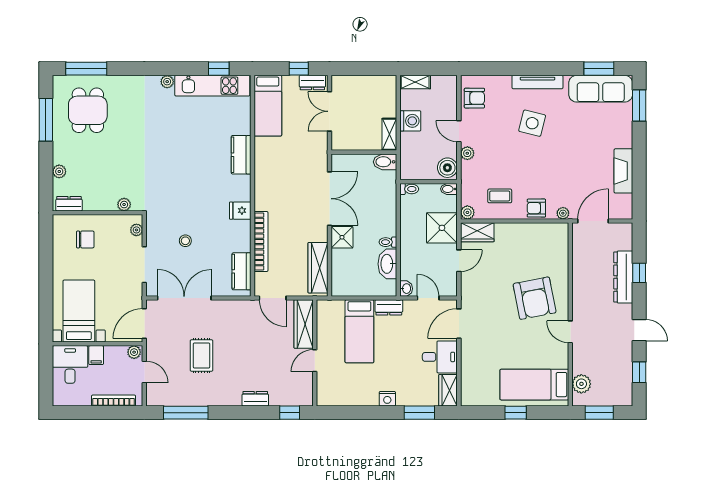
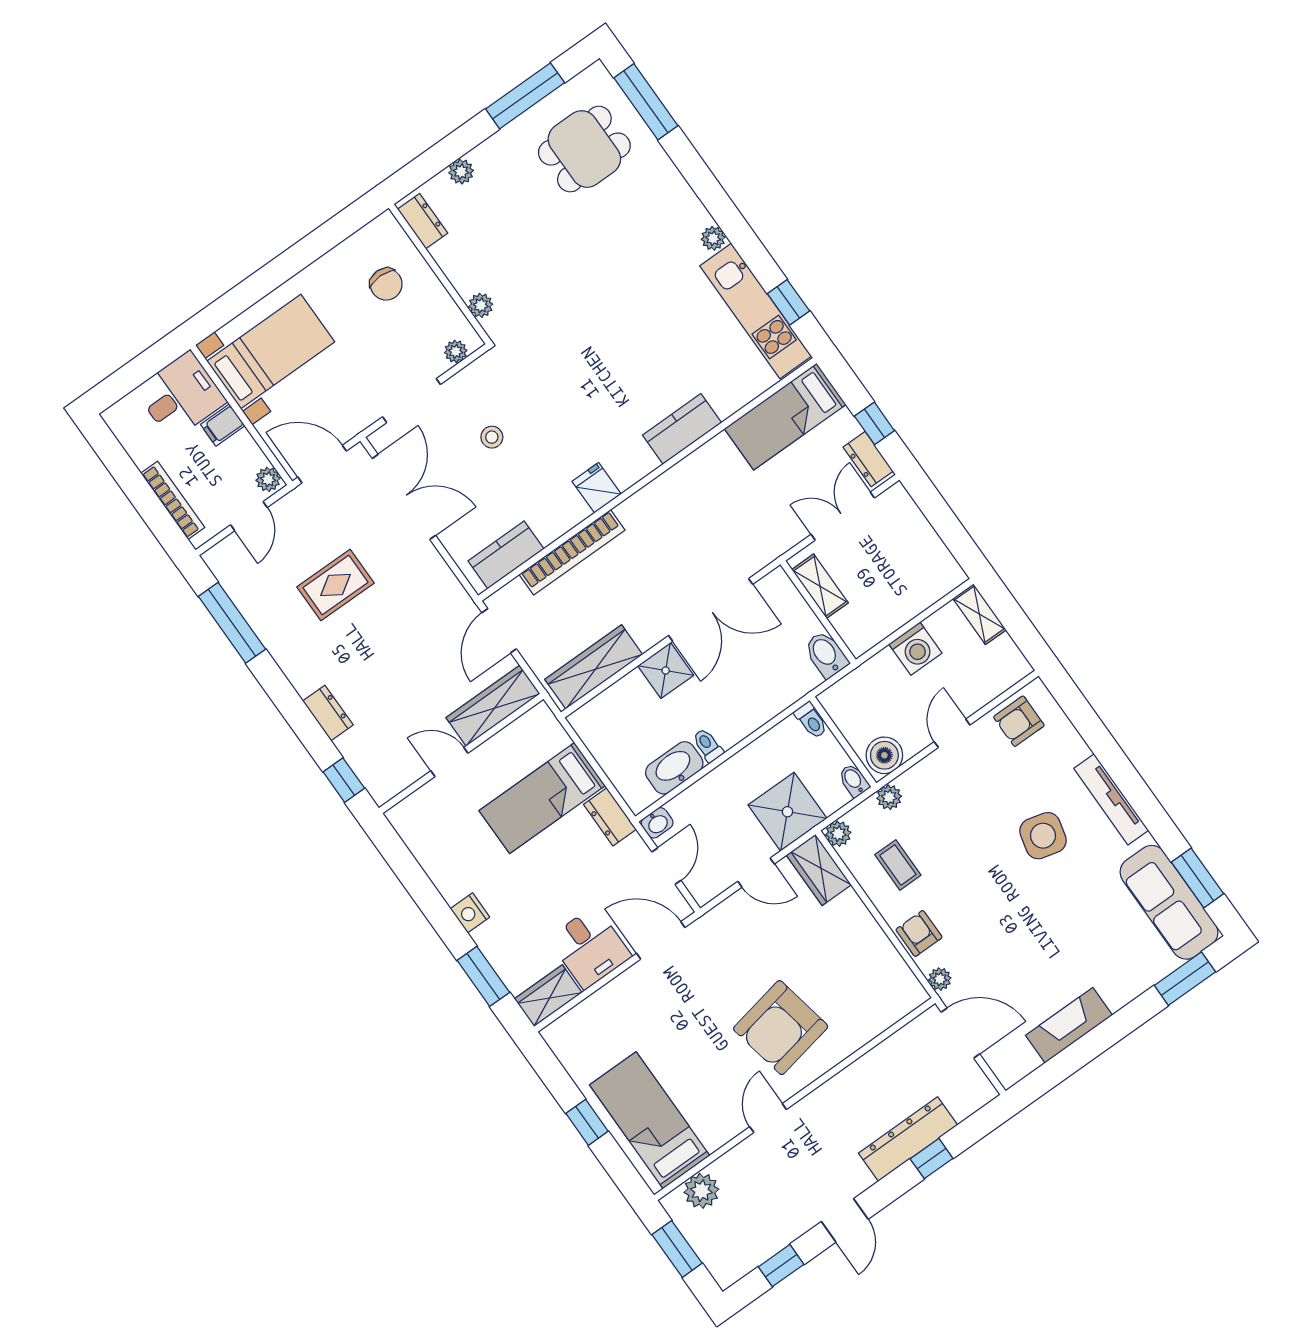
armchair: (474, 98) -> (1019, 721), turned 90
shelving: (389, 134) -> (820, 586), moved, turned 90
plant: (467, 153) -> (889, 797), moved

